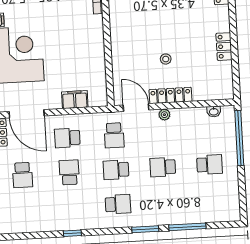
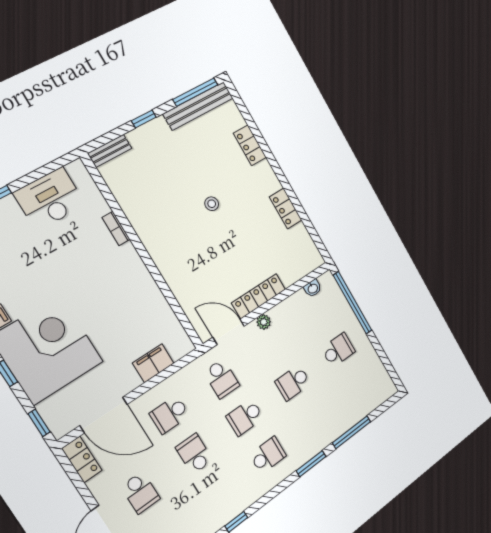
stool: (166, 59) -> (212, 204), moved

